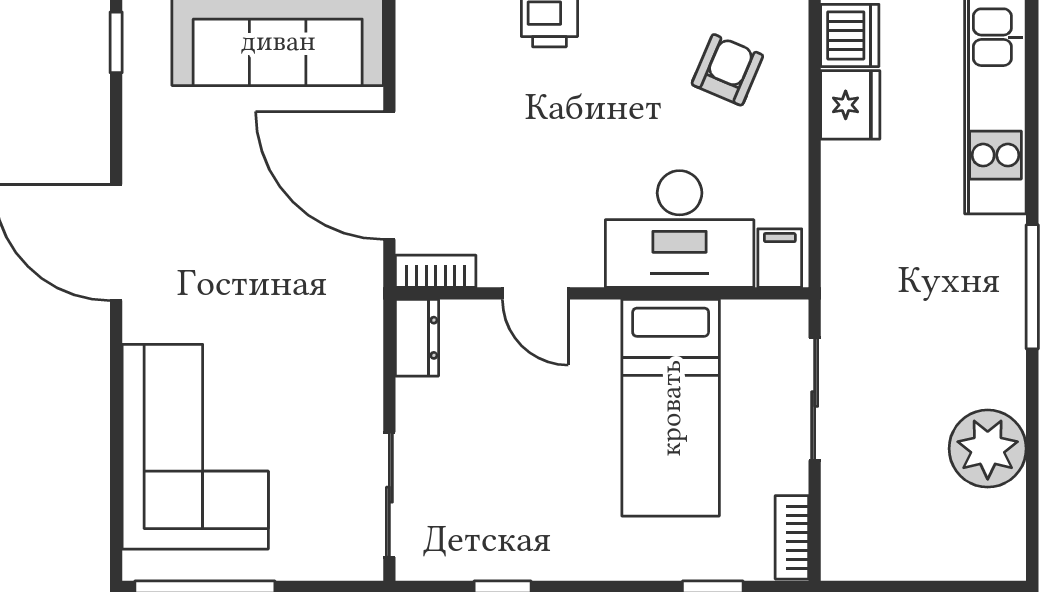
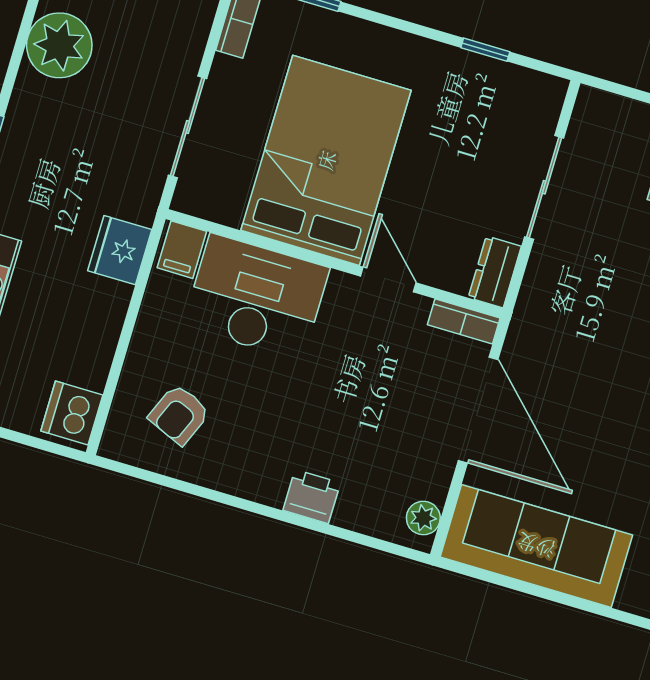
plant: (415, 34) -> (423, 518), added
fridge: (850, 105) -> (120, 250), moved
bed: (671, 408) -> (326, 160), width x1.50
sliding door: (389, 495) -> (544, 187), moved

